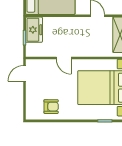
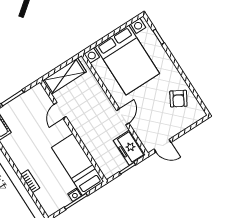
freezer: (34, 30) -> (129, 148), moved, turned -90
armchair: (51, 107) -> (178, 99), turned -150

